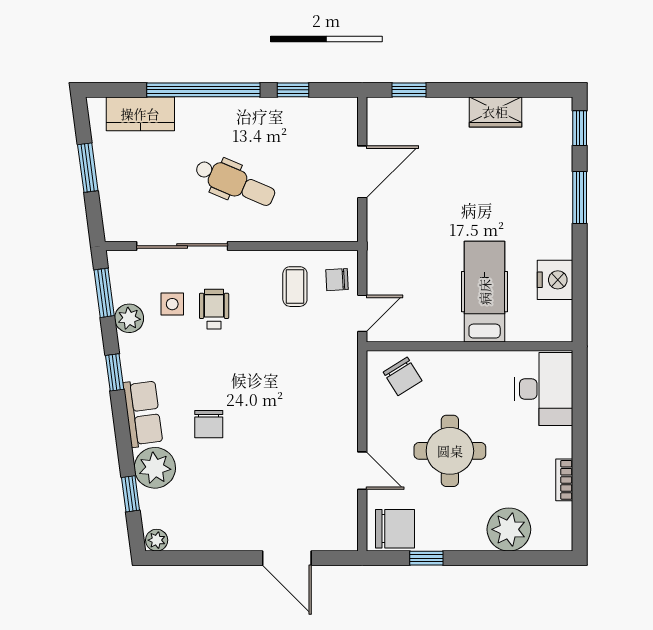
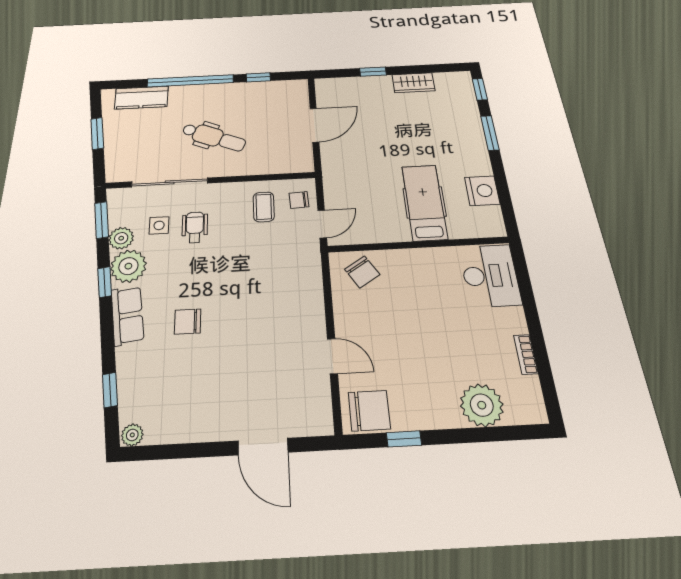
window: (409, 90) -> (373, 72), moved
chair: (209, 424) -> (188, 322), turned 90
round table: (450, 451) -> (413, 334), removed
plant: (155, 468) -> (128, 266), moved

